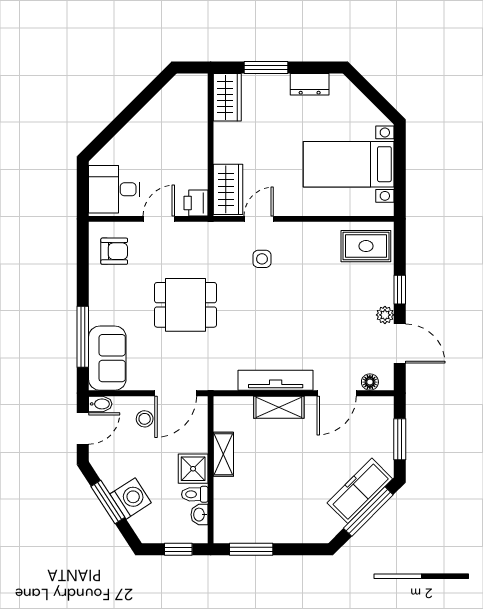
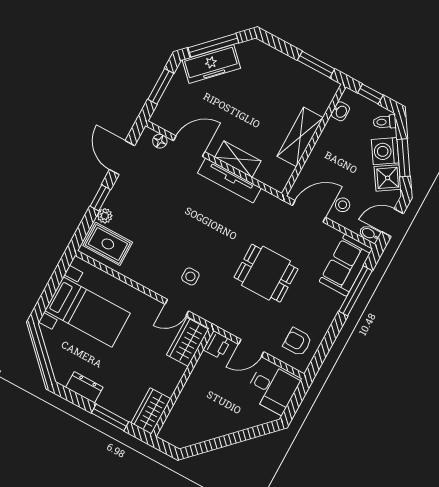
plant: (385, 315) -> (105, 216), moved
shelving: (223, 454) -> (300, 137), width x1.50, depth x1.33
shower: (193, 469) -> (388, 178), moved, turned -33
toilet: (195, 494) -> (385, 122), moved, turned 147

